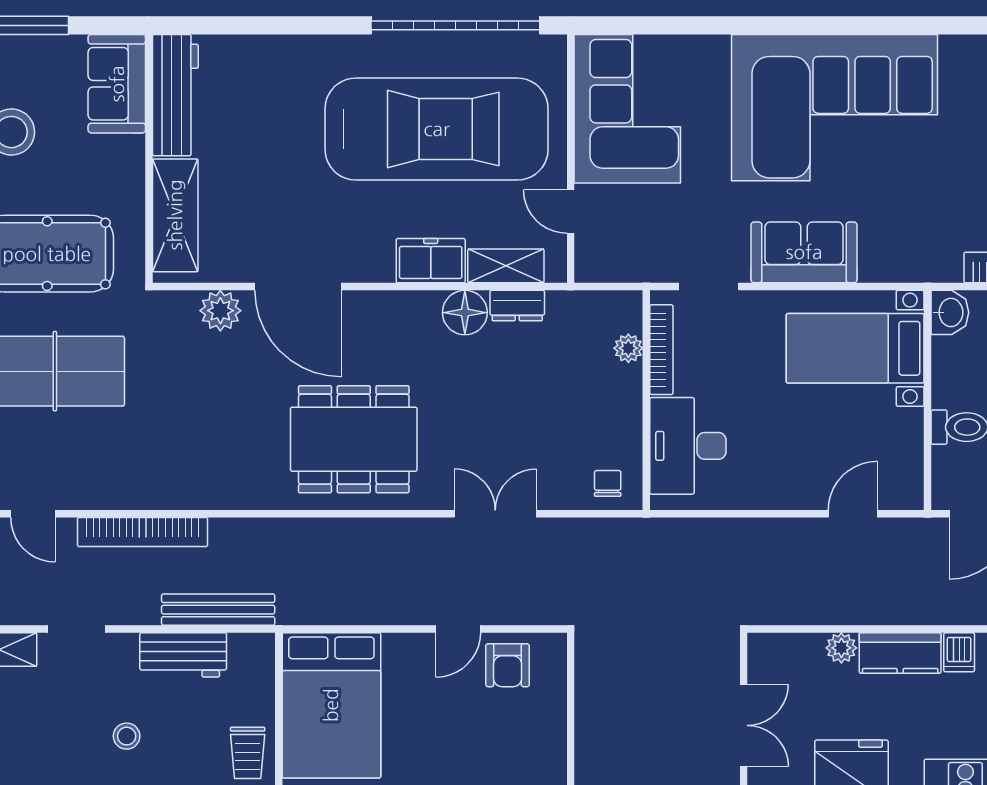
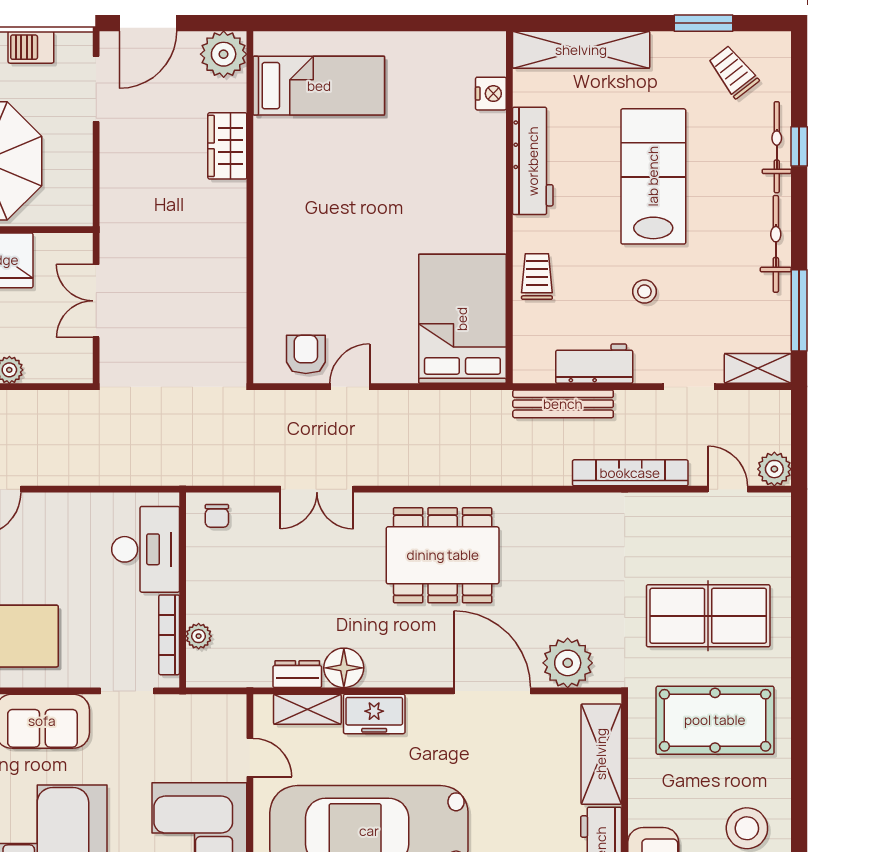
plant: (220, 311) -> (568, 663), width x1.36, depth x1.36

